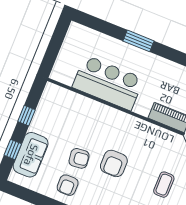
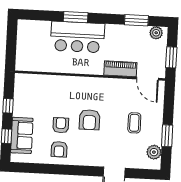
bar counter: (108, 83) -> (77, 37), moved, turned 180
armchair: (79, 158) -> (61, 125), turned -83

